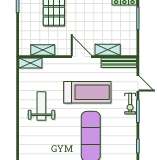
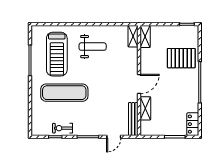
shelving: (43, 50) -> (145, 37), moved
treadmill: (87, 92) -> (57, 54), moved
exercise bike: (130, 104) -> (63, 128), moved

